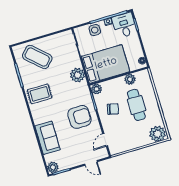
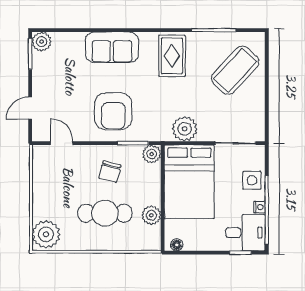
sofa: (48, 138) -> (112, 47), moved

